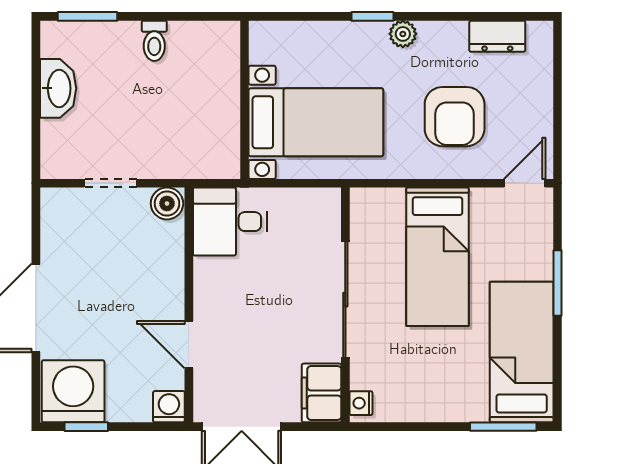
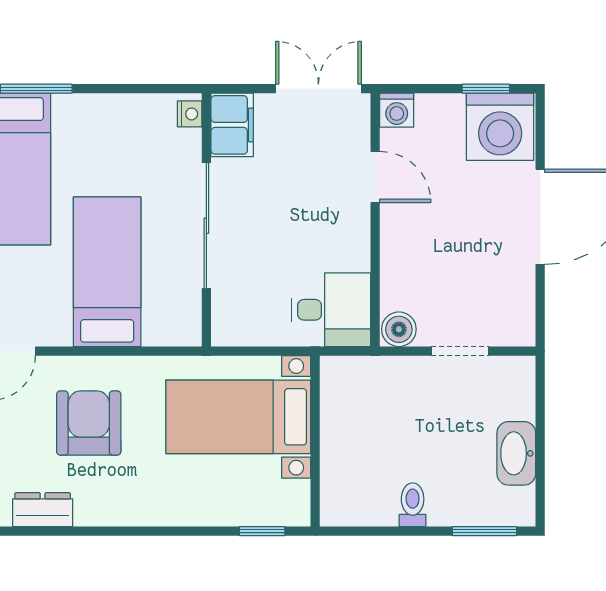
window: (373, 16) -> (262, 531), moved
plant: (403, 34) -> (144, 512), removed

